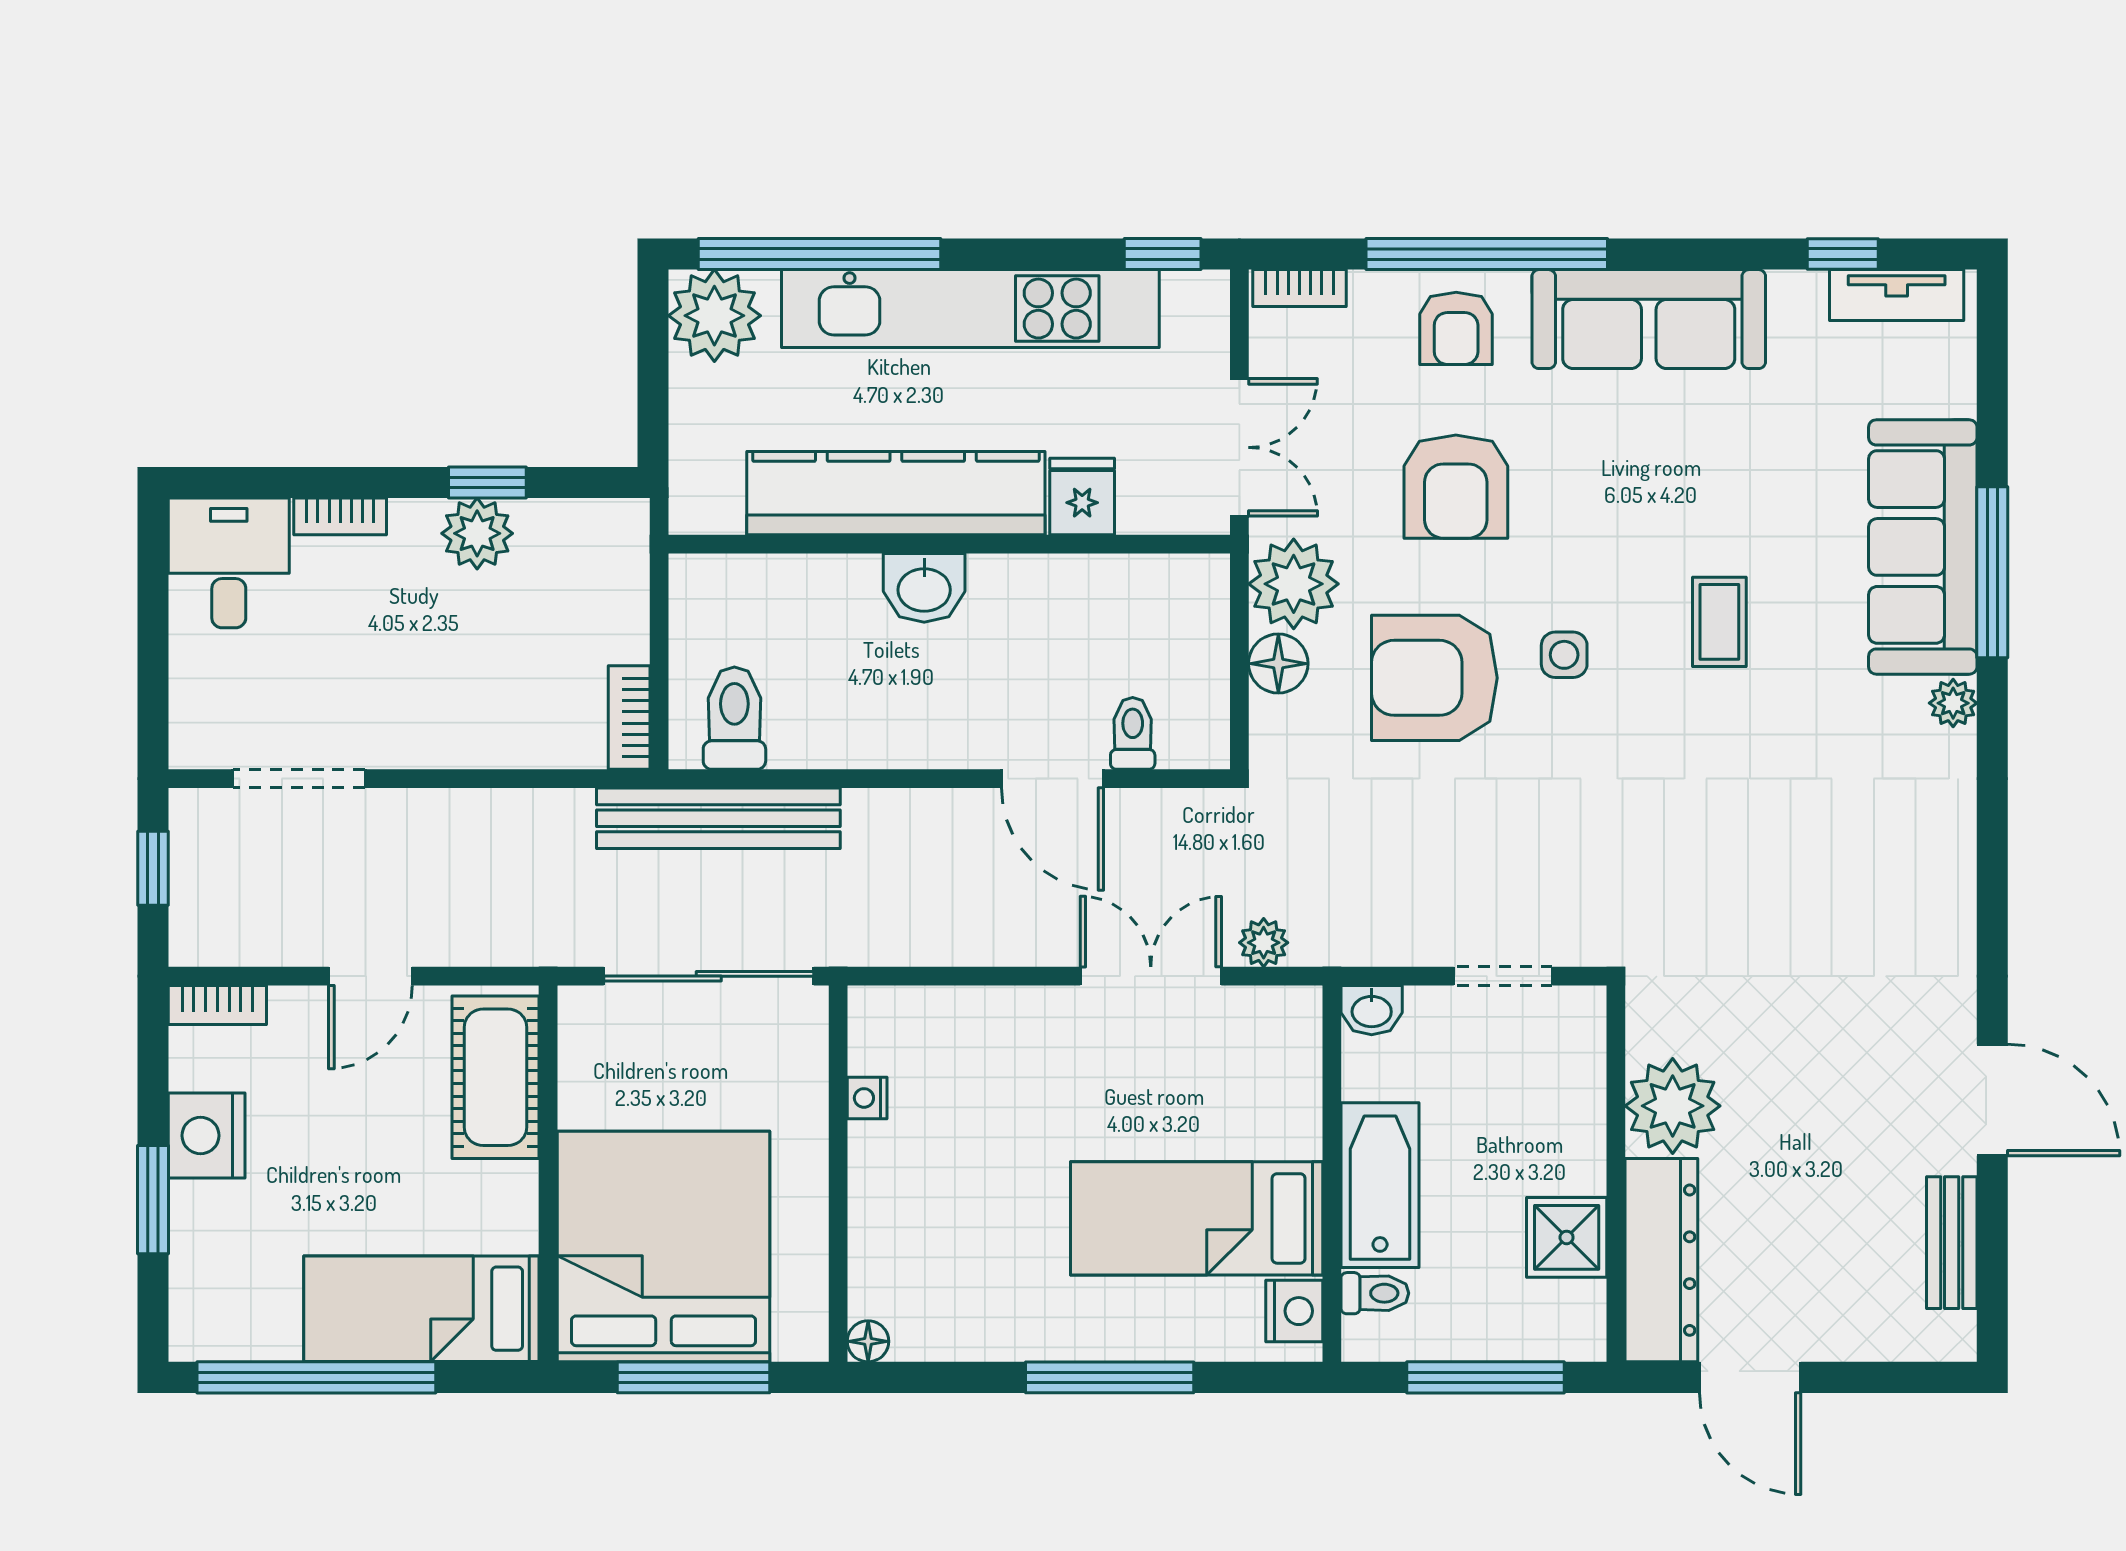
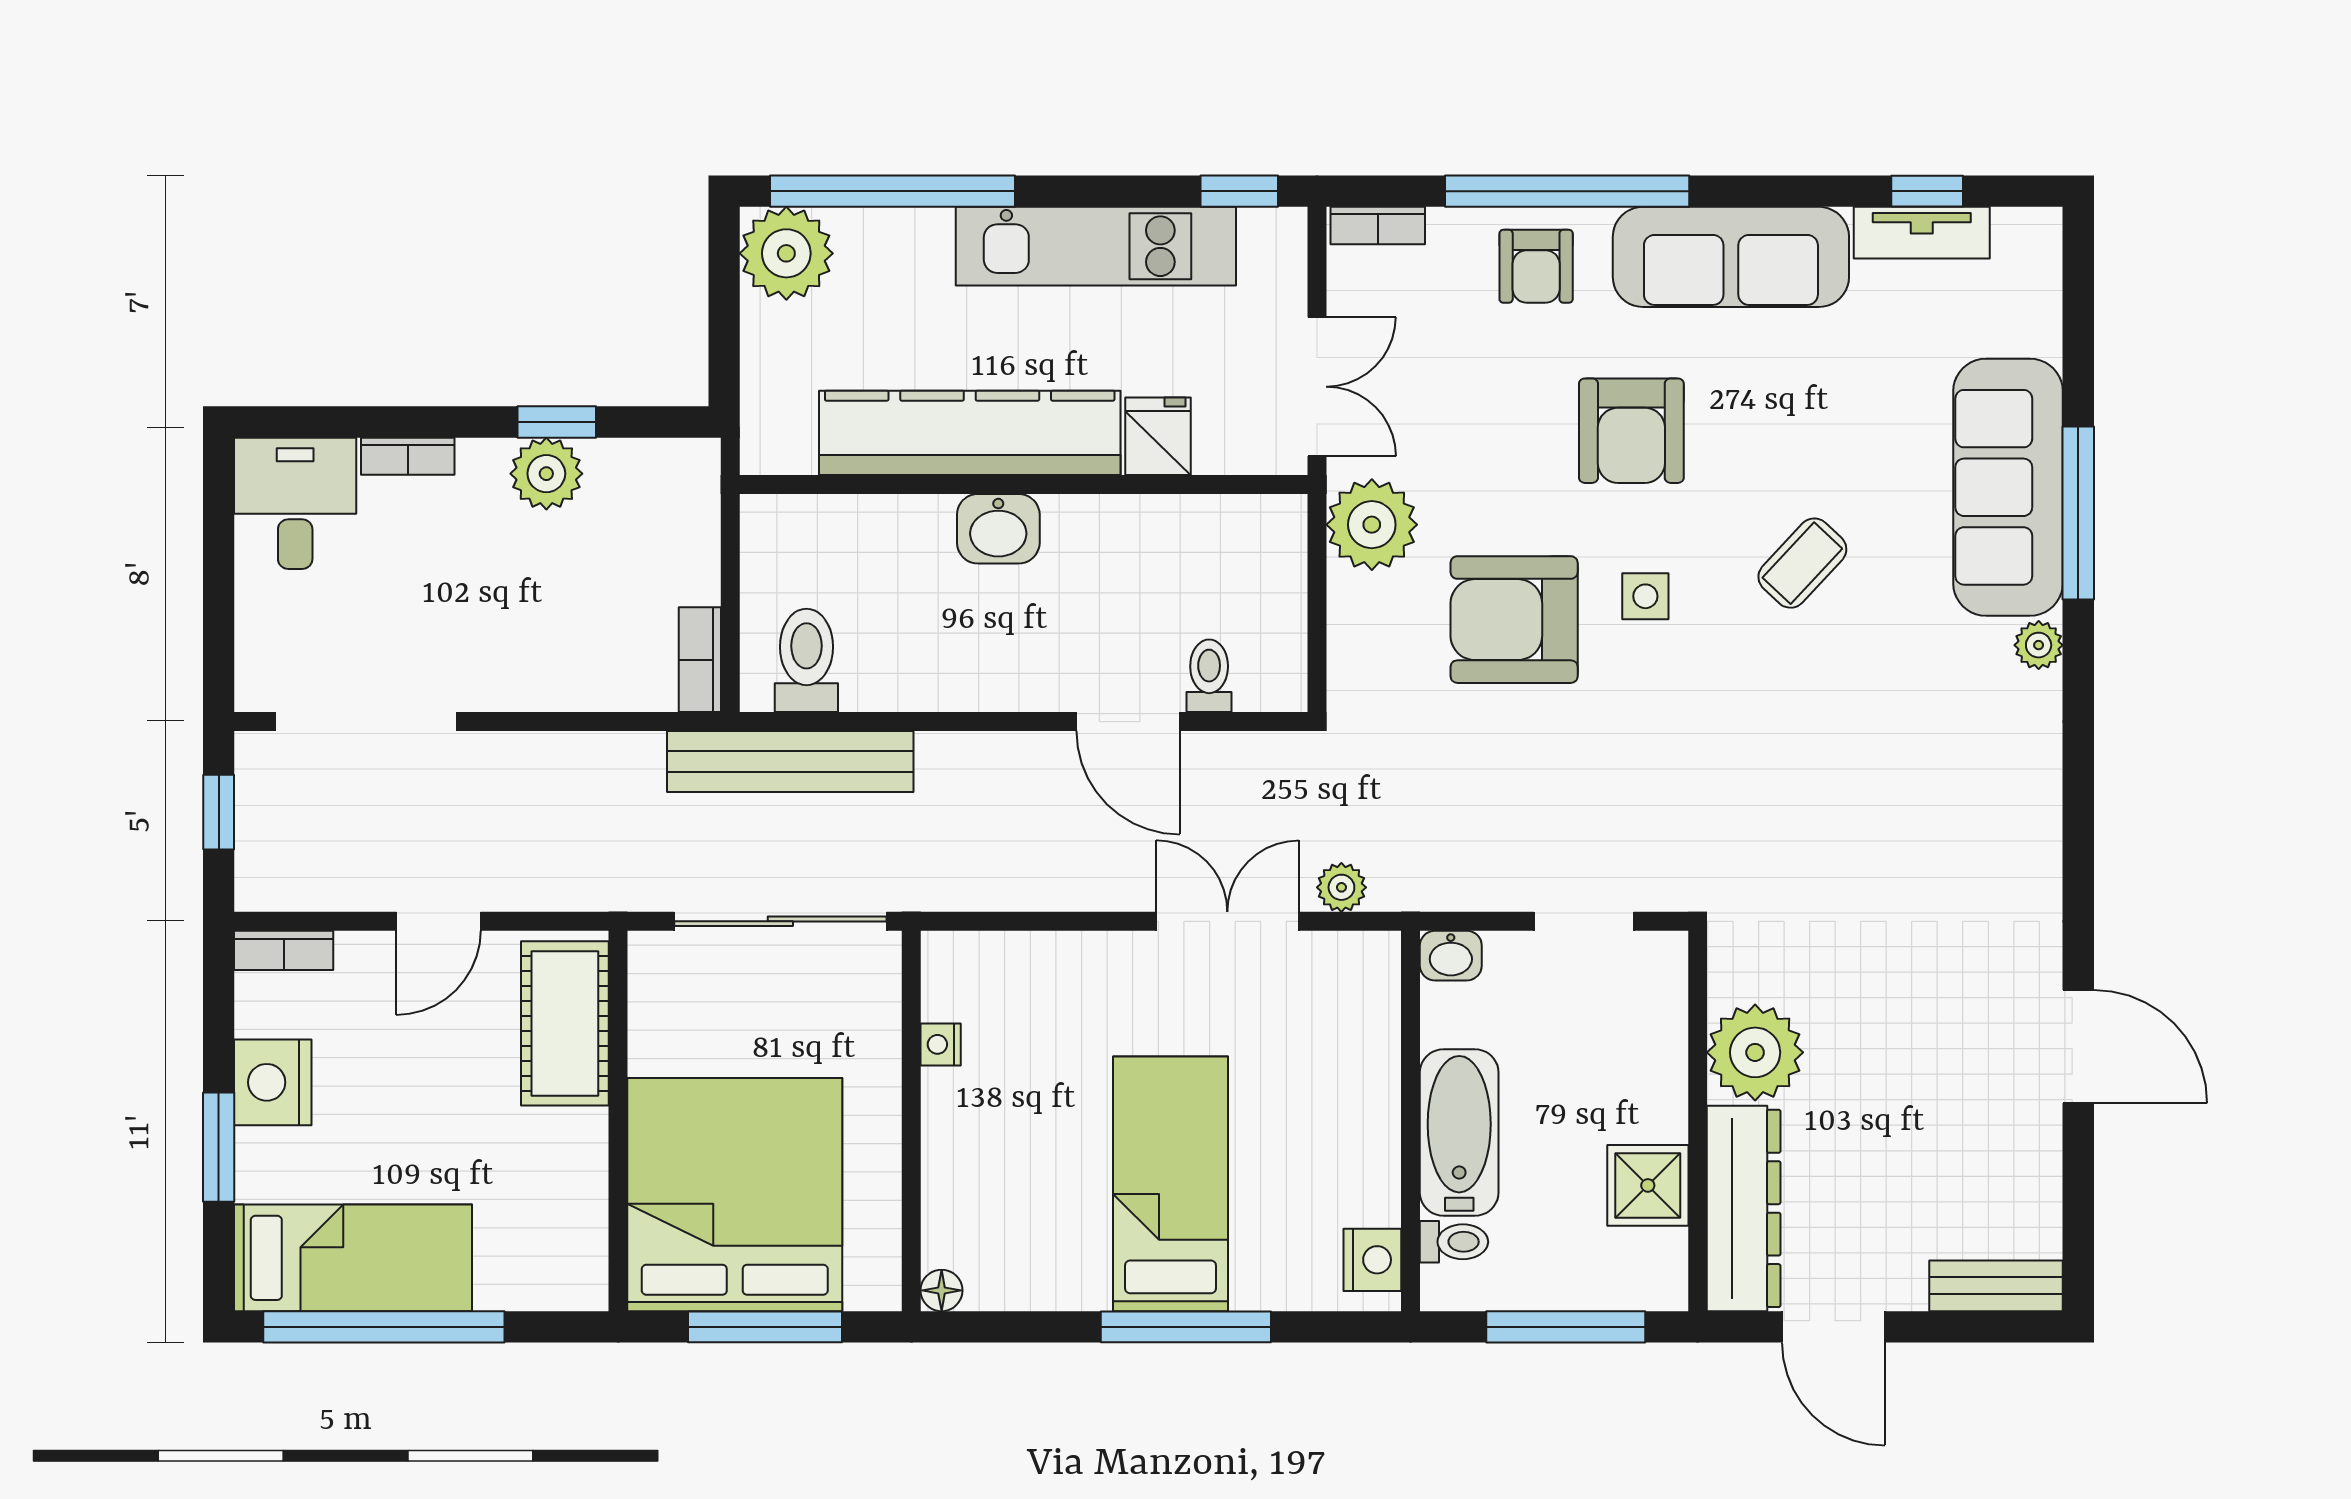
tv unit: (1897, 295) -> (1922, 233), moved
kitchen unit: (970, 309) -> (1096, 246), width x0.73
armchair: (1456, 487) -> (1631, 431), moved
coffee table: (1719, 622) -> (1802, 563), turned 43
floor lamp: (1278, 664) -> (1356, 605), removed
doorway: (299, 779) -> (366, 722), width x1.36
bed: (1197, 1218) -> (1171, 1184), moved, turned 90
bench: (1952, 1243) -> (1996, 1286), moved, turned 90
bed: (421, 1309) -> (353, 1258), moved, turned 180

